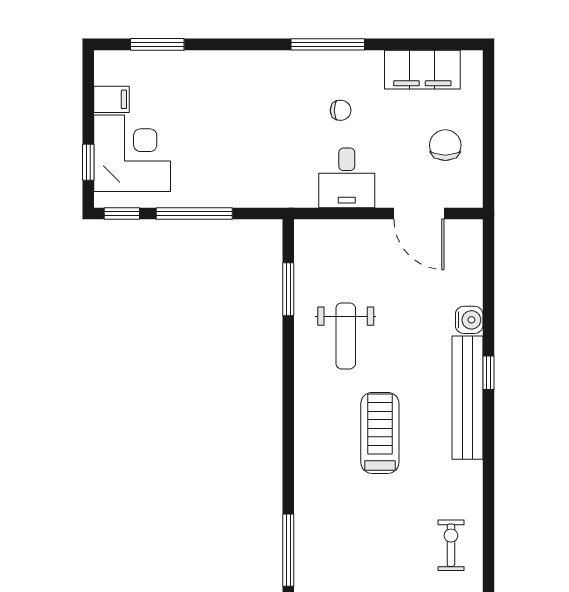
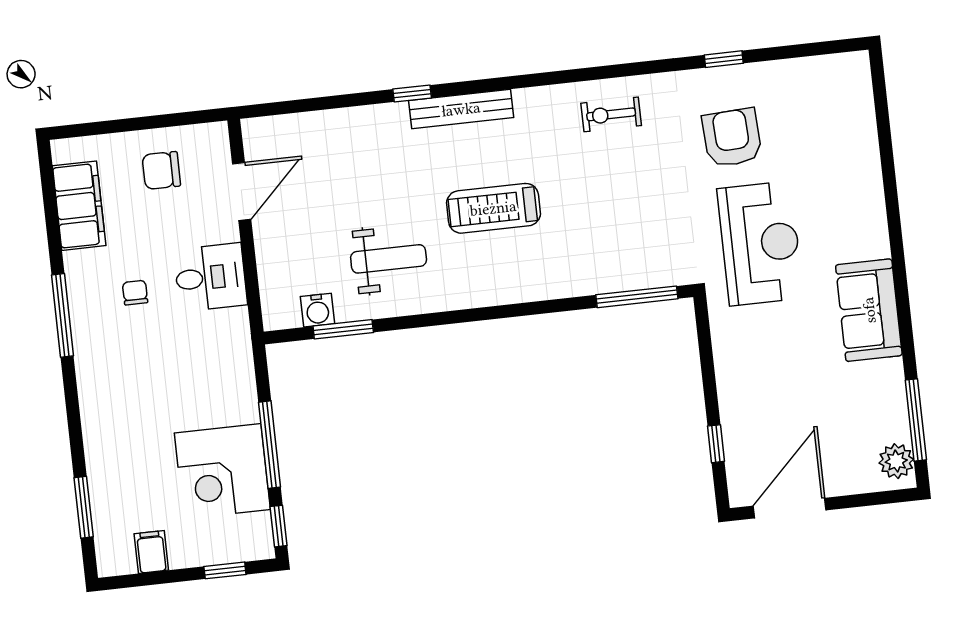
corner desk: (132, 153) -> (222, 471), moved, turned -90
water cooler: (469, 320) -> (318, 310), moved, turned 180
bench: (467, 398) -> (461, 109), width x0.73, depth x0.82

